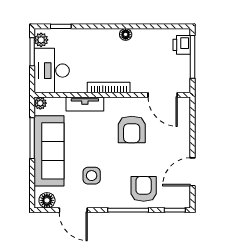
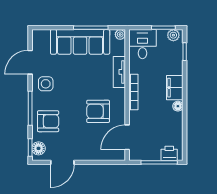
filing cabinet: (104, 38) -> (175, 88), added
desk: (52, 71) -> (142, 44), width x0.73
door: (192, 172) -> (62, 162), swing flipped
side table: (92, 176) -> (46, 84), moved
floor lamp: (47, 200) -> (38, 148), moved

